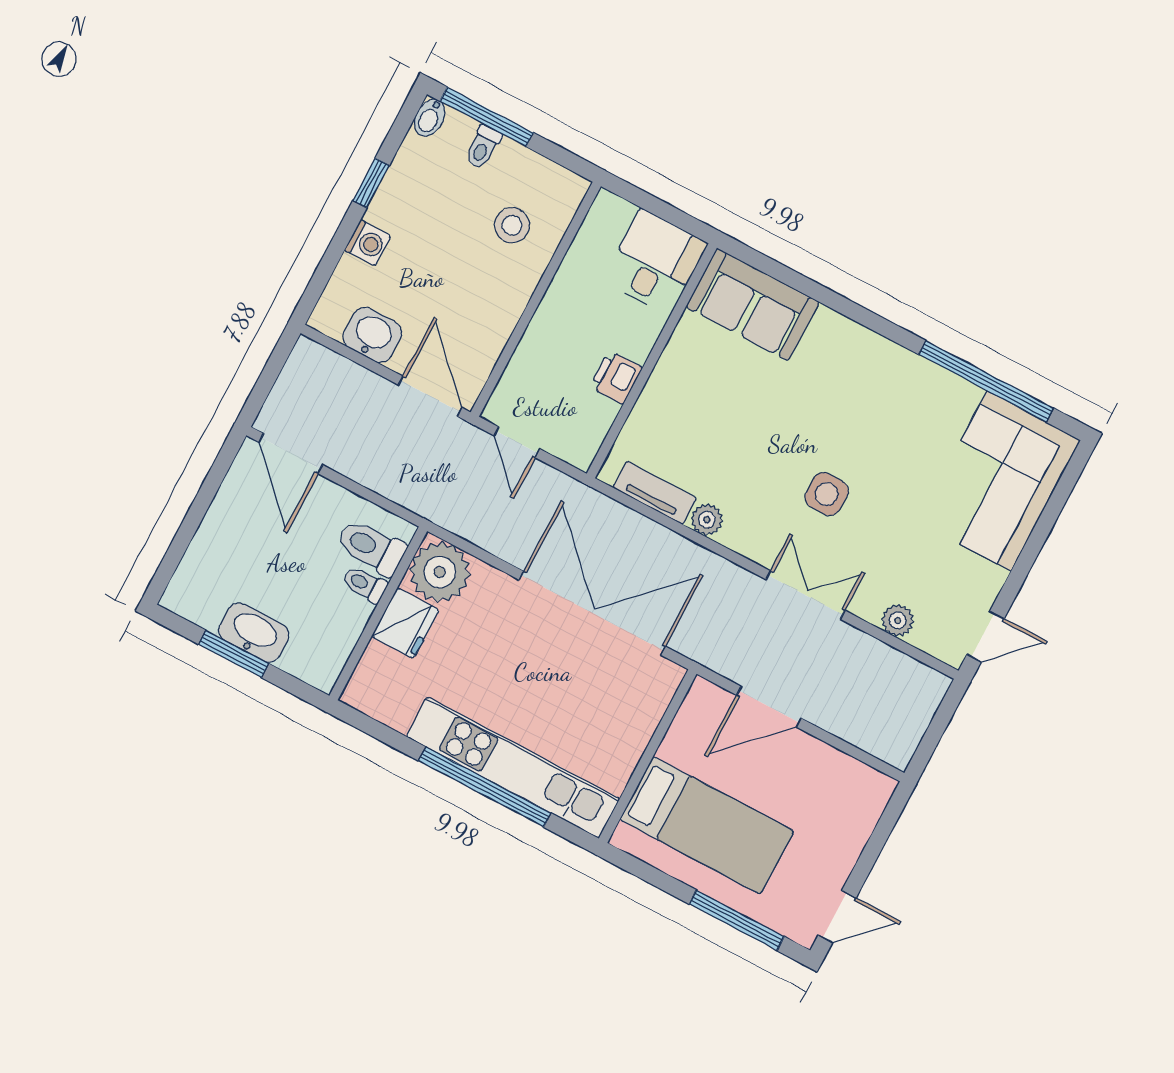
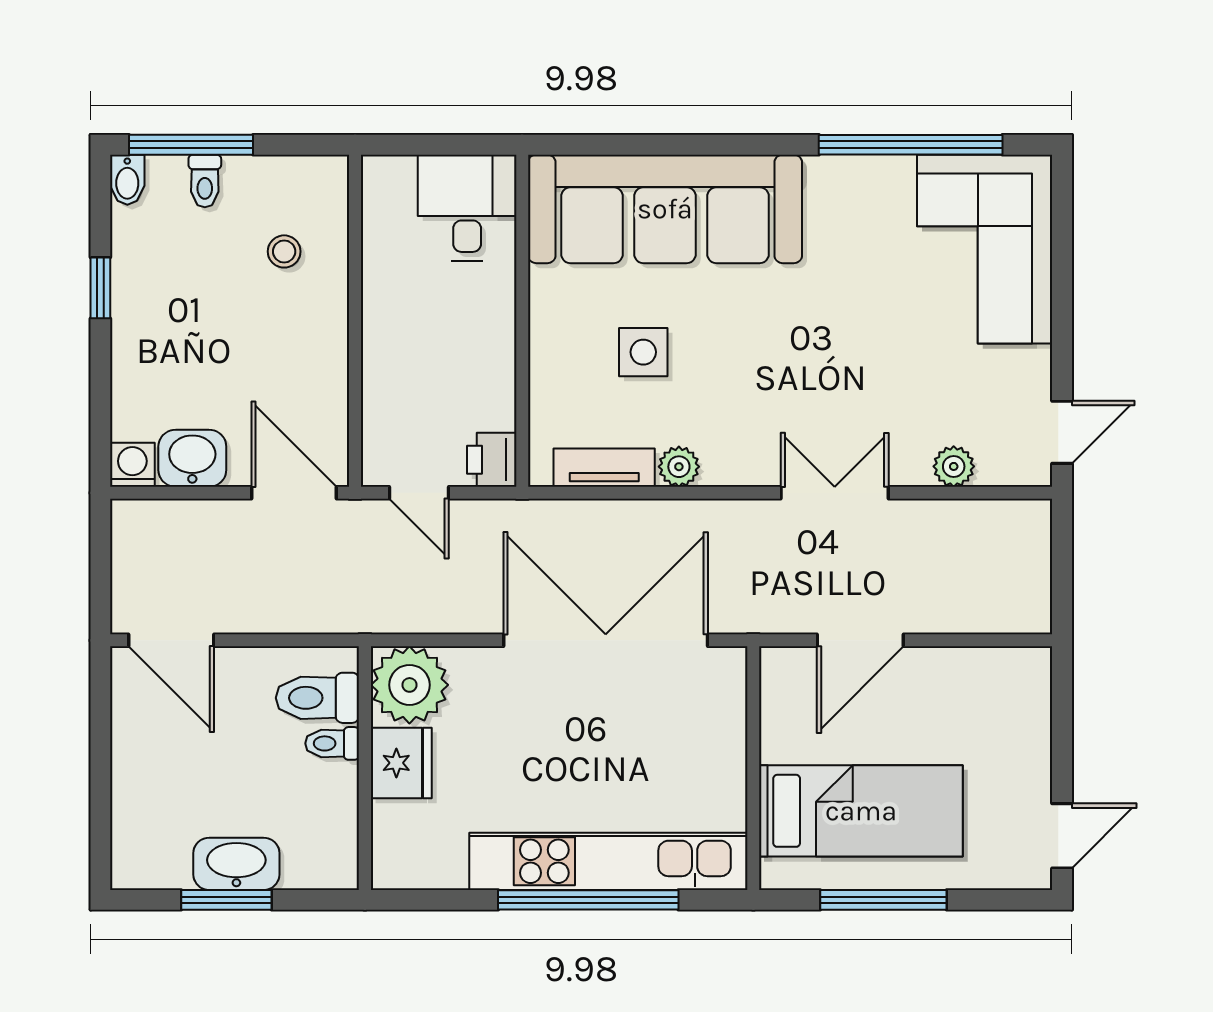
stool: (512, 225) -> (284, 251), width x0.73, depth x0.73
washing machine: (368, 243) -> (132, 465), moved, turned -90
sofa: (753, 304) -> (665, 209), width x1.85, depth x1.27
printer: (616, 377) -> (492, 460), moved
side table: (827, 494) -> (643, 352), moved
window: (737, 920) -> (883, 900), moved

